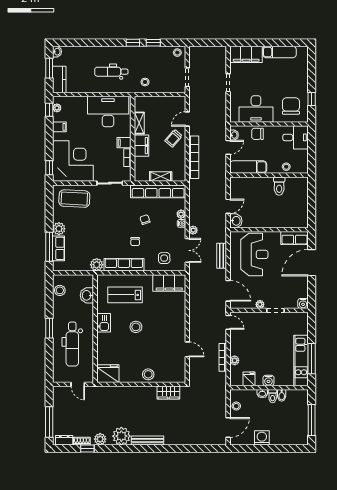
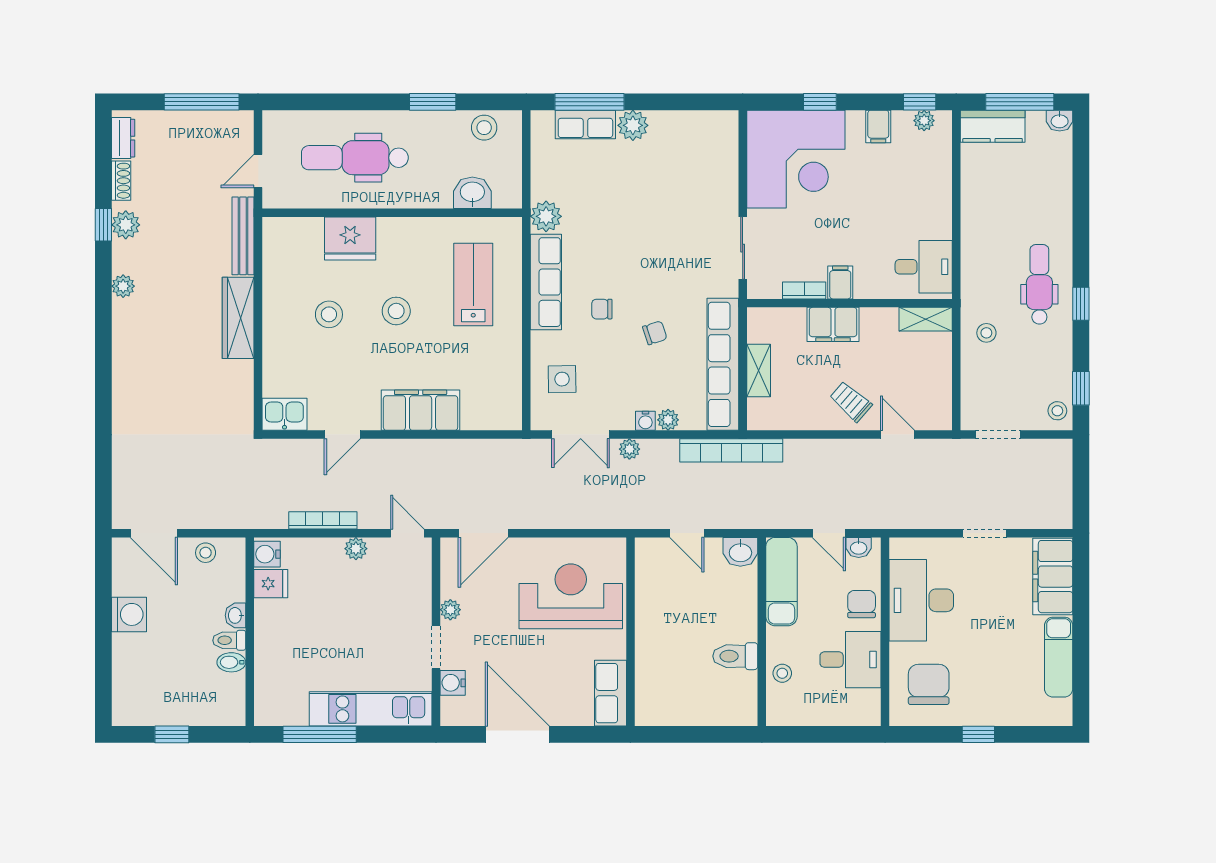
window: (153, 43) -> (1081, 388), moved
window: (49, 68) -> (1020, 102), width x1.44
dental chair: (111, 72) -> (1039, 284), moved
window: (312, 99) -> (978, 734), moved
chair: (291, 106) -> (929, 684), turned -90
desk: (108, 112) -> (924, 267), width x0.53, depth x0.77
shelving: (139, 123) -> (926, 319), moved
desk: (296, 137) -> (850, 660), moved, turned -90
bookcase: (194, 157) -> (731, 450), moved
window: (49, 168) -> (820, 102), moved
coffee table: (74, 199) -> (706, 163), removed
washbasin: (236, 221) -> (740, 552), moved
reception desk: (254, 254) -> (571, 596), turned 180
bench: (222, 256) -> (568, 517), removed
door: (312, 263) -> (517, 734), moved
filing cabinet: (169, 283) -> (421, 410), moved, turned 90
water cooler: (303, 303) -> (453, 683), moved
door: (228, 322) -> (407, 533), swing flipped
kitchen sink: (104, 323) -> (284, 414), moved, turned 180
window: (49, 328) -> (433, 102), moved
plant: (235, 360) -> (356, 549), moved
kitchen unit: (301, 361) -> (371, 709), moved
fridge: (108, 374) -> (350, 238), moved, turned 90
stool: (148, 374) -> (329, 314), moved
water cooler: (268, 381) -> (267, 554), moved
wardrobe: (168, 392) -> (238, 318), moved, width x1.50
window: (312, 420) -> (172, 734), width x0.46
window: (49, 422) -> (202, 102), moved
plant: (121, 436) -> (123, 286), width x0.53, depth x0.53
bench: (148, 441) -> (243, 236), moved
window: (87, 448) -> (103, 225), moved

